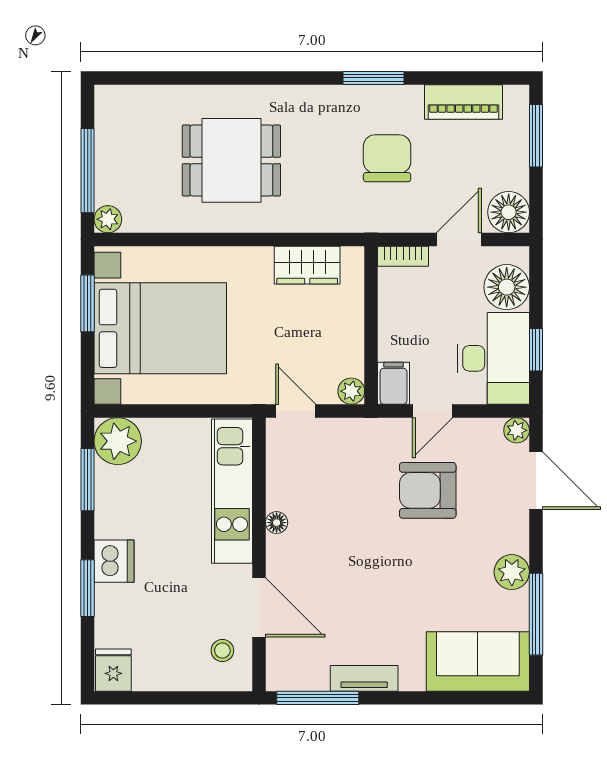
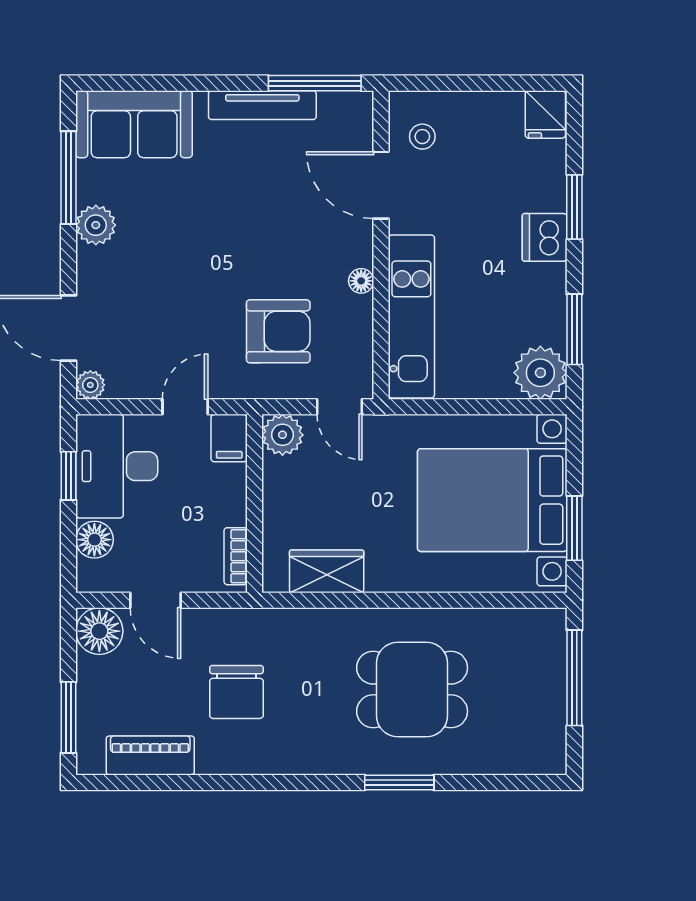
window: (373, 78) -> (399, 783), moved
plant: (108, 219) -> (552, 623), removed
door: (459, 240) -> (155, 600), hinge flipped
bookcase: (403, 256) -> (236, 556), moved, turned -90
floor lamp: (507, 287) -> (94, 540), width x0.73, depth x0.73
plant: (351, 391) -> (282, 435), width x1.38, depth x1.38
armchair: (428, 490) -> (278, 331), moved
tv unit: (364, 678) -> (262, 105), width x1.41

